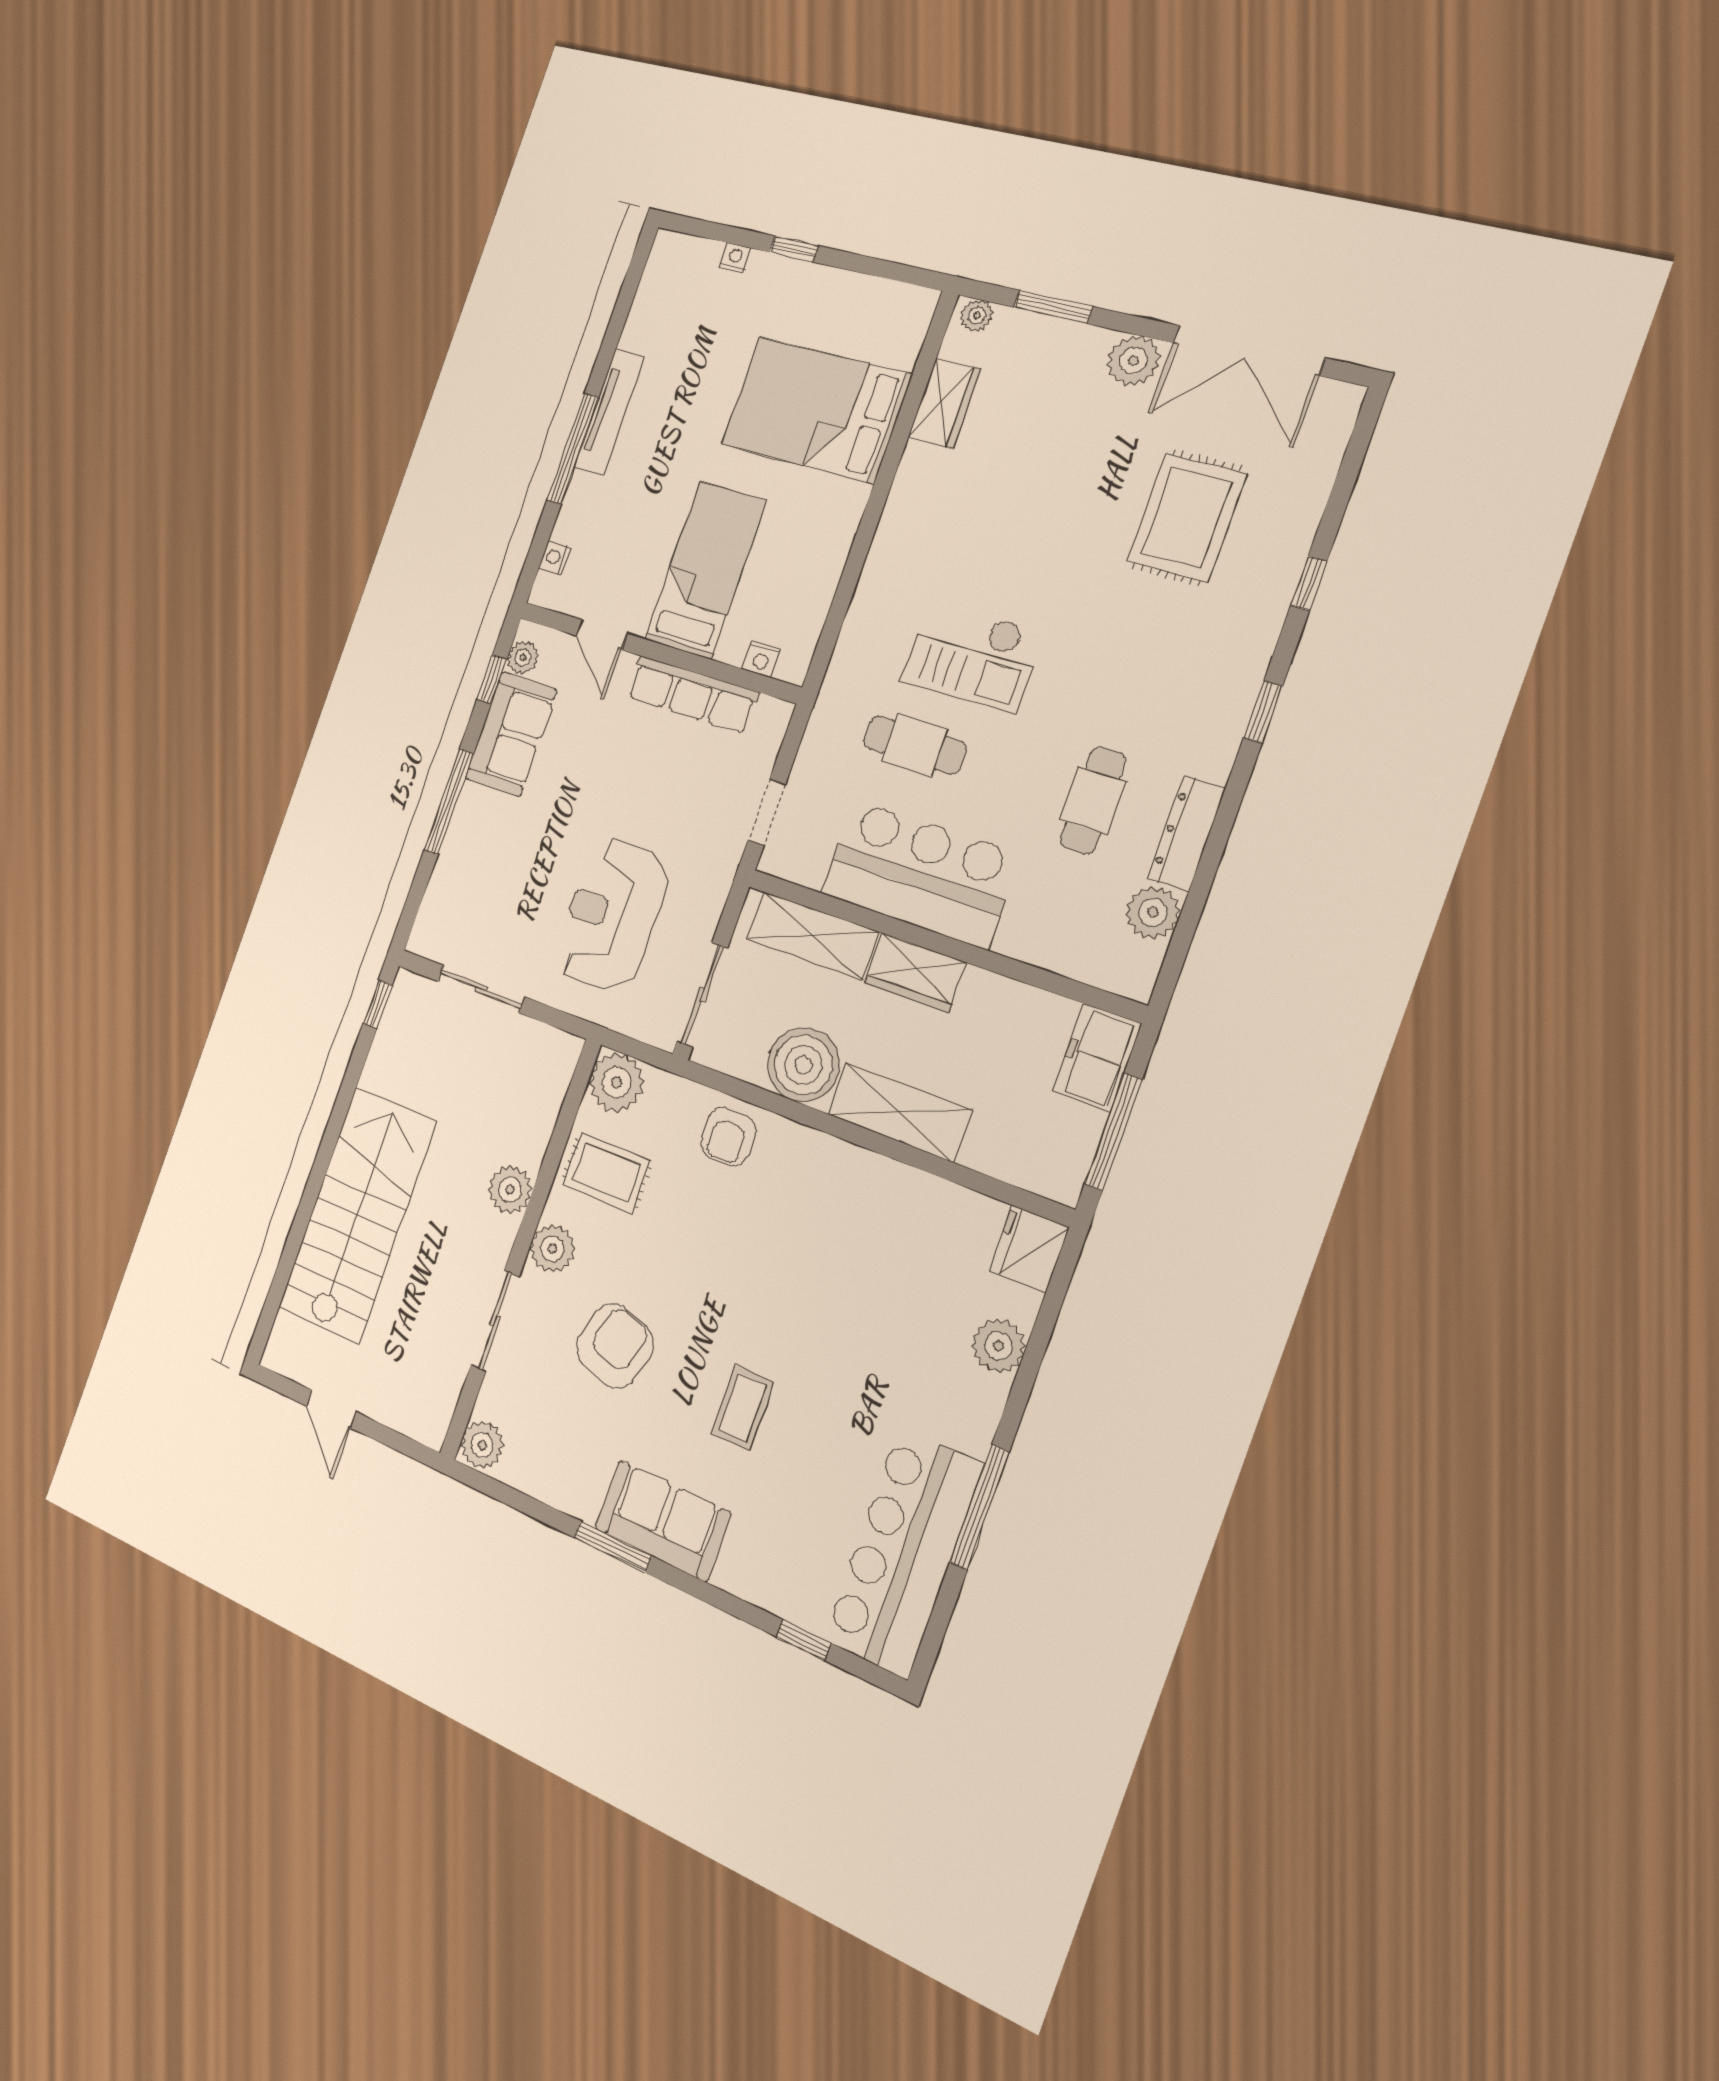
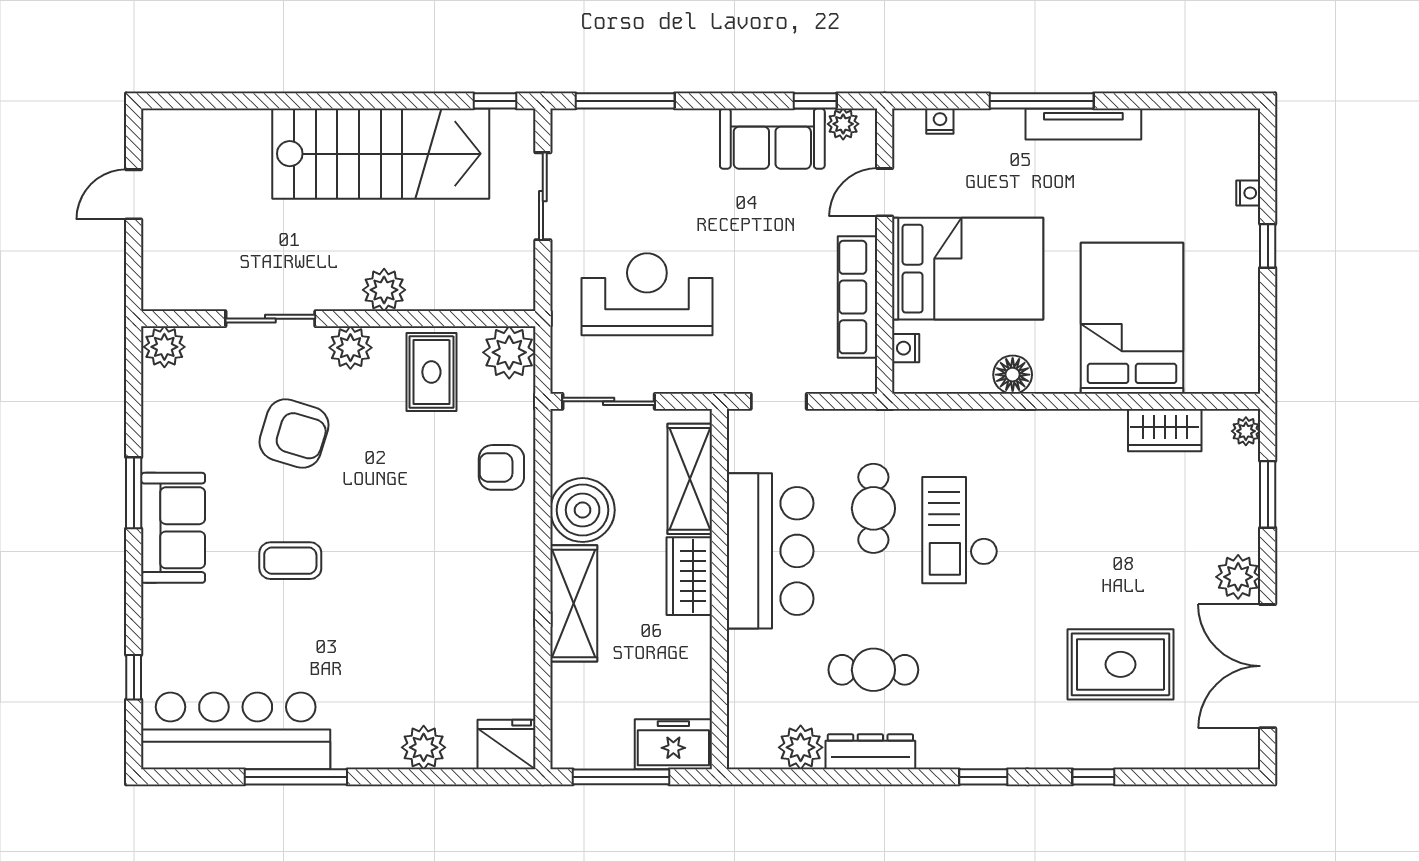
floor lamp: (828, 553) -> (1013, 375), added
bed: (705, 570) -> (968, 269), width x1.50
window: (449, 801) -> (625, 101), moved
stairs: (357, 1215) -> (381, 154), moved

